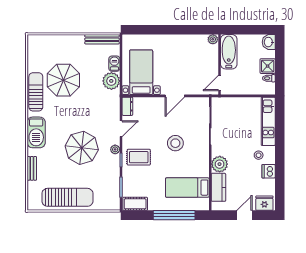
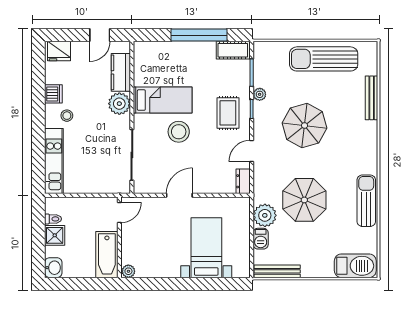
bed with nightstands: (141, 72) -> (206, 248), moved, turned 180
parasol: (63, 80) -> (304, 200), moved
sun lounger: (36, 92) -> (366, 201), turned 180
barbecue: (36, 132) -> (355, 266), moved, turned 90
plant: (115, 149) -> (260, 94), moved
rug: (139, 157) -> (228, 113), turned 90
bench: (32, 168) -> (372, 98), width x1.36
bed: (187, 188) -> (163, 100), moved
window: (174, 215) -> (199, 35), moved
door: (244, 215) -> (100, 35), moved

